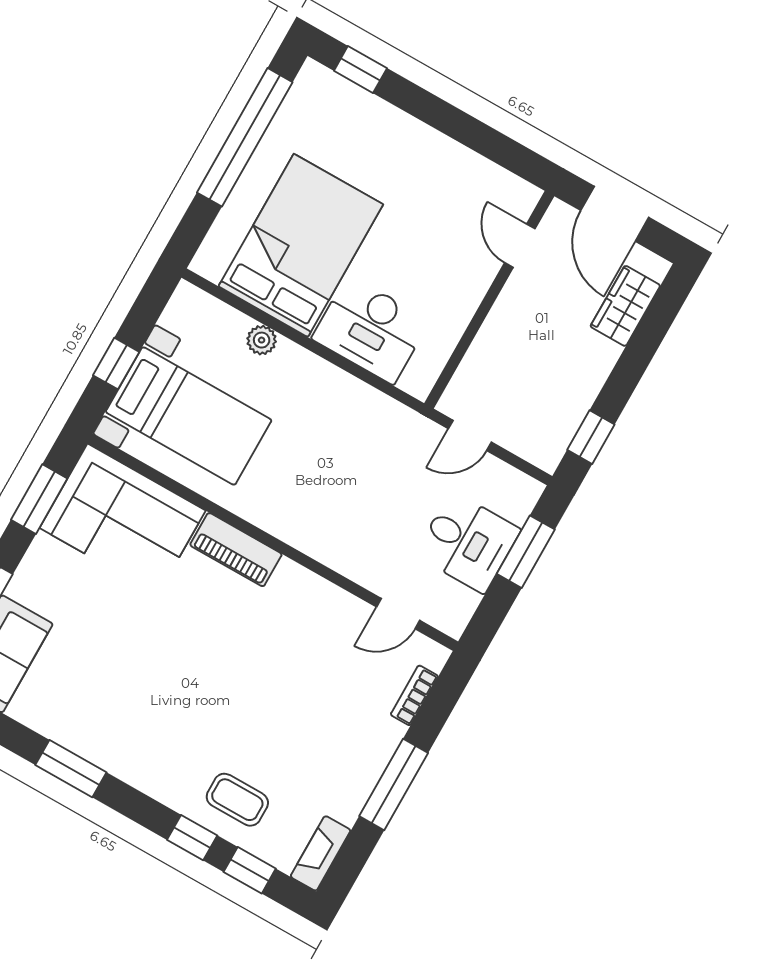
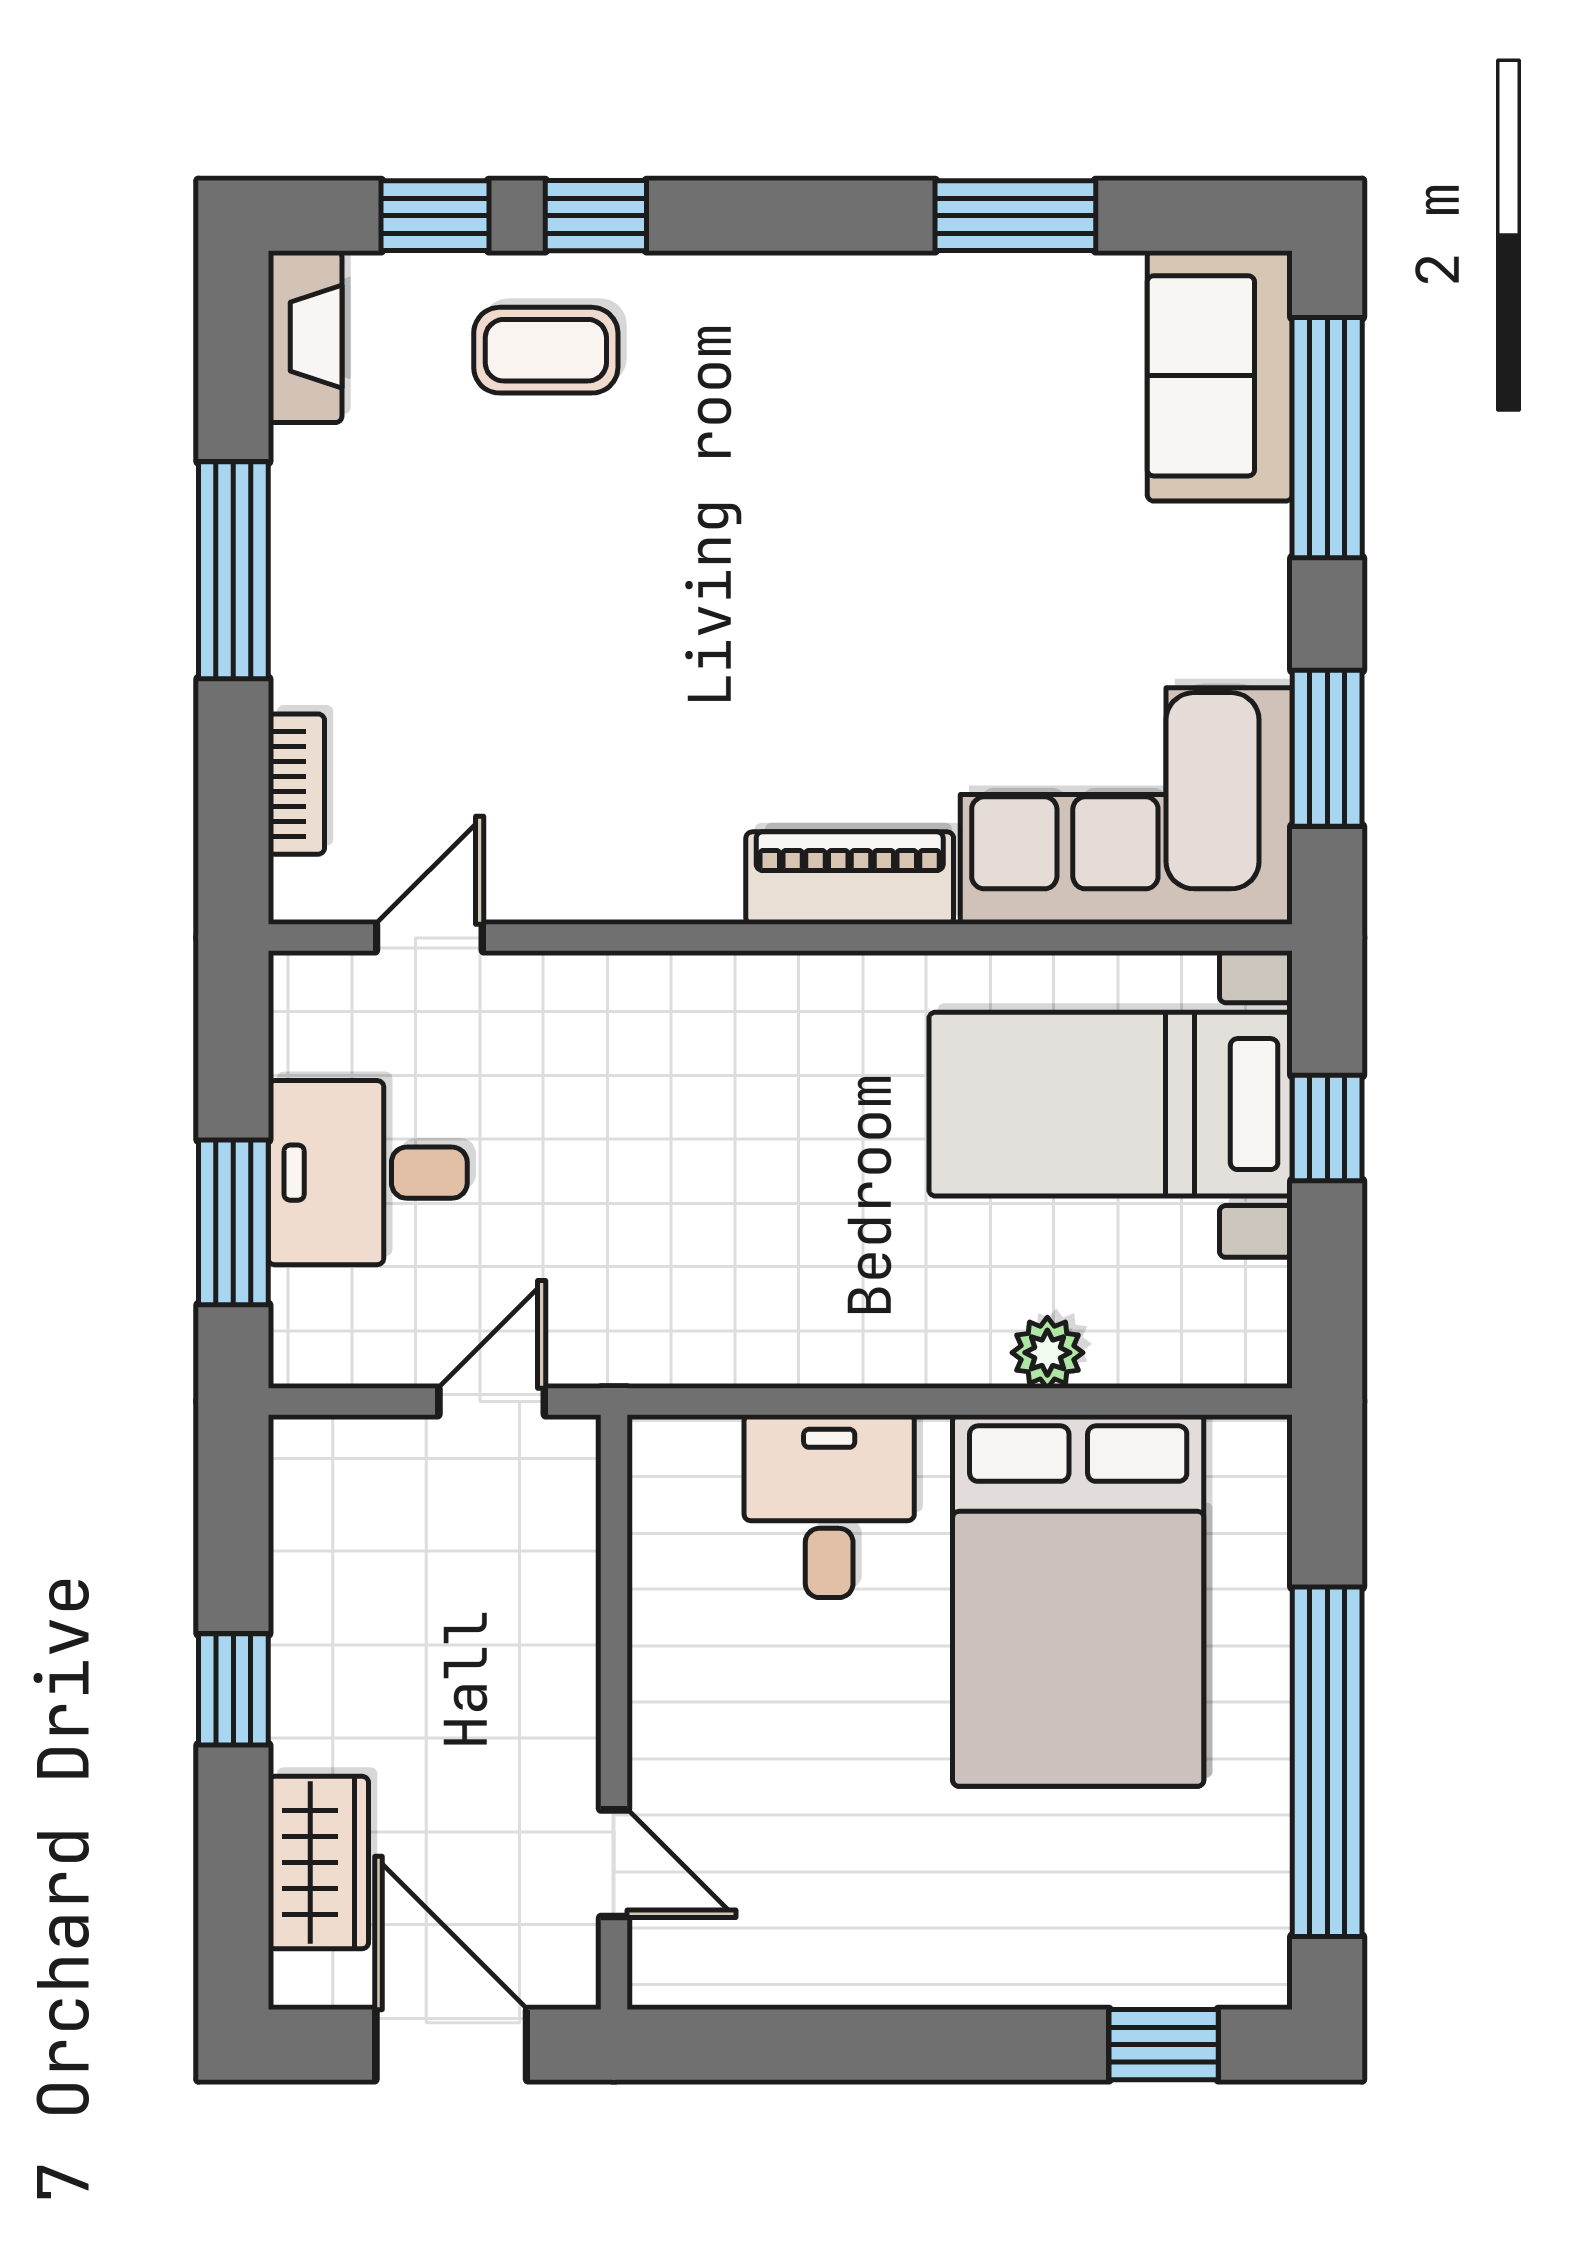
desk: (371, 330) -> (829, 1506), width x0.73
window: (591, 437) -> (233, 1689), moved
window: (71, 769) -> (1015, 216), moved

